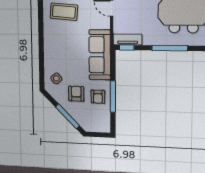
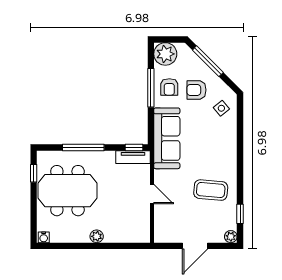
armchair: (76, 94) -> (196, 90), turned 90
armchair: (98, 97) -> (169, 87), turned 180
plant: (101, 123) -> (165, 54), added

